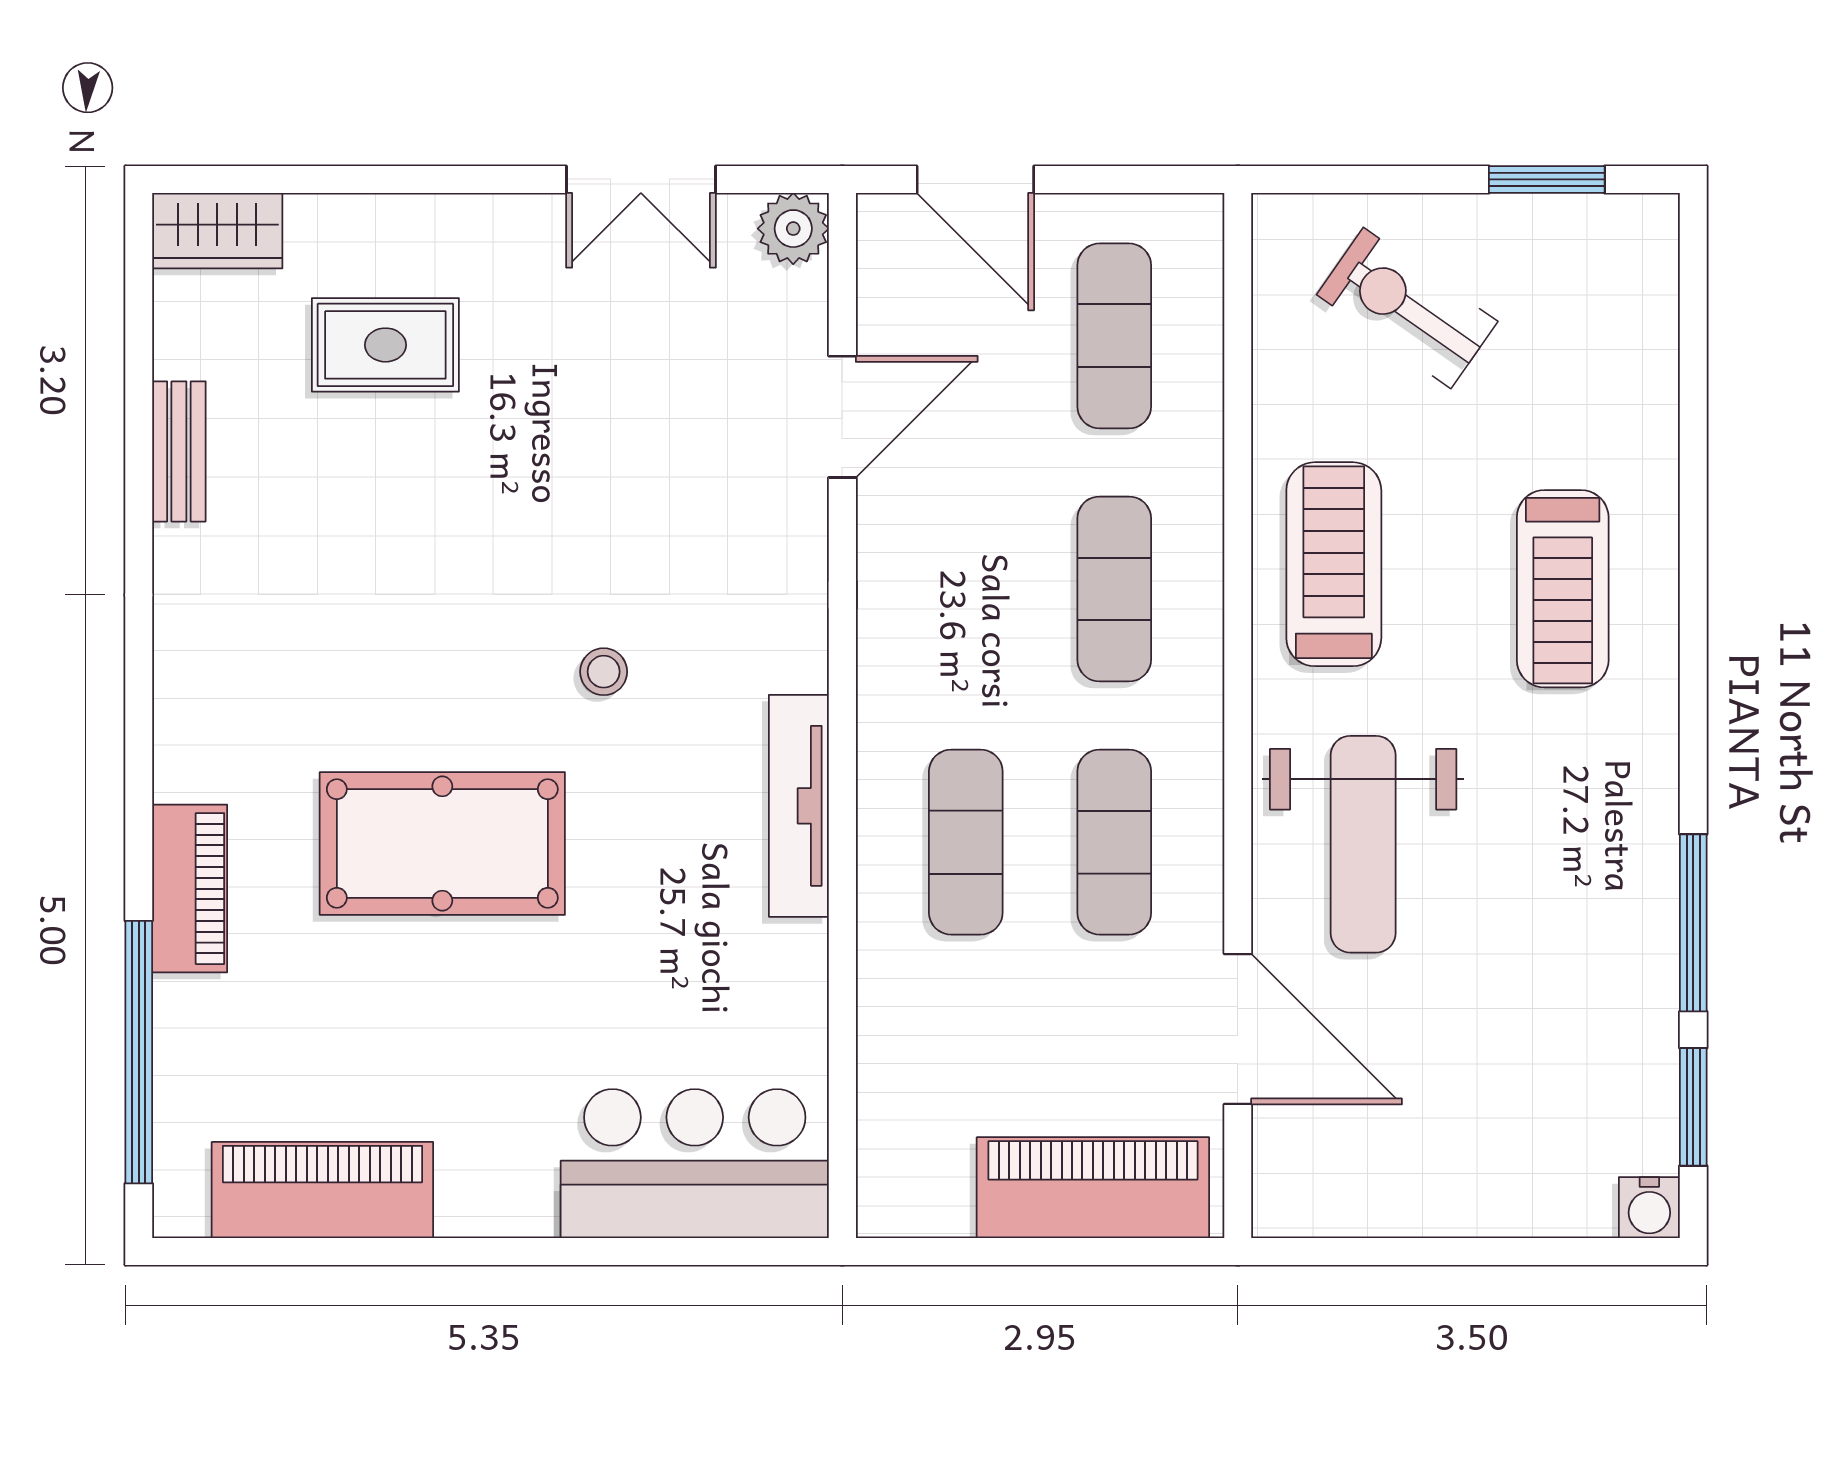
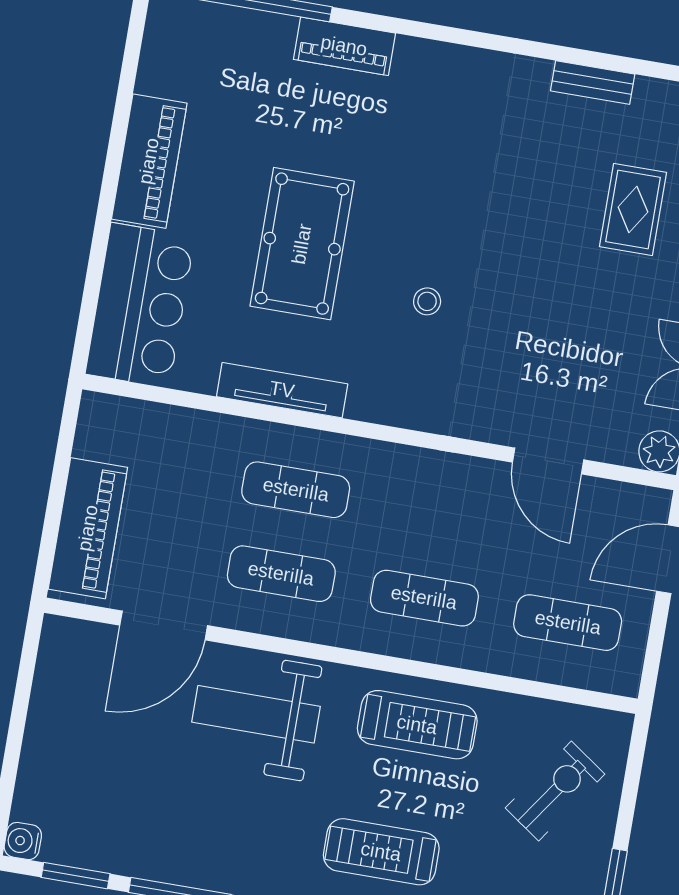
tv unit: (799, 806) -> (282, 390), moved
pool table: (442, 843) -> (302, 244), moved
piano: (322, 1190) -> (149, 161), moved

